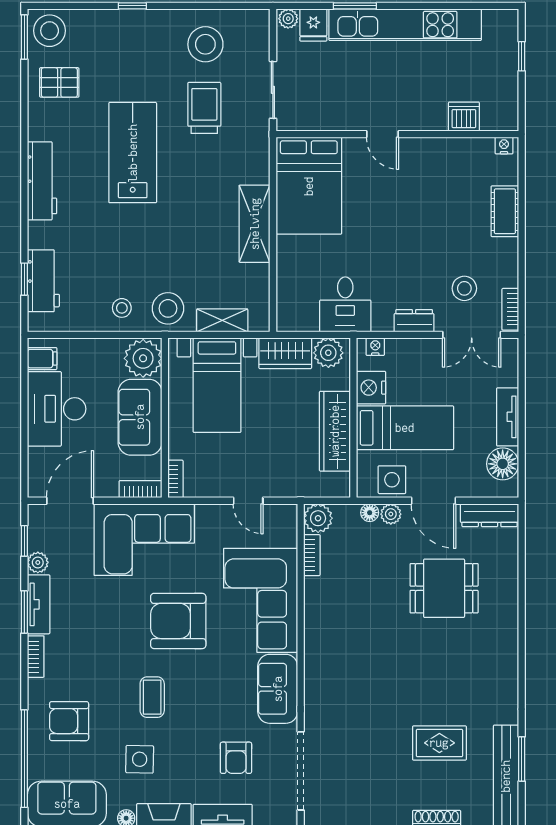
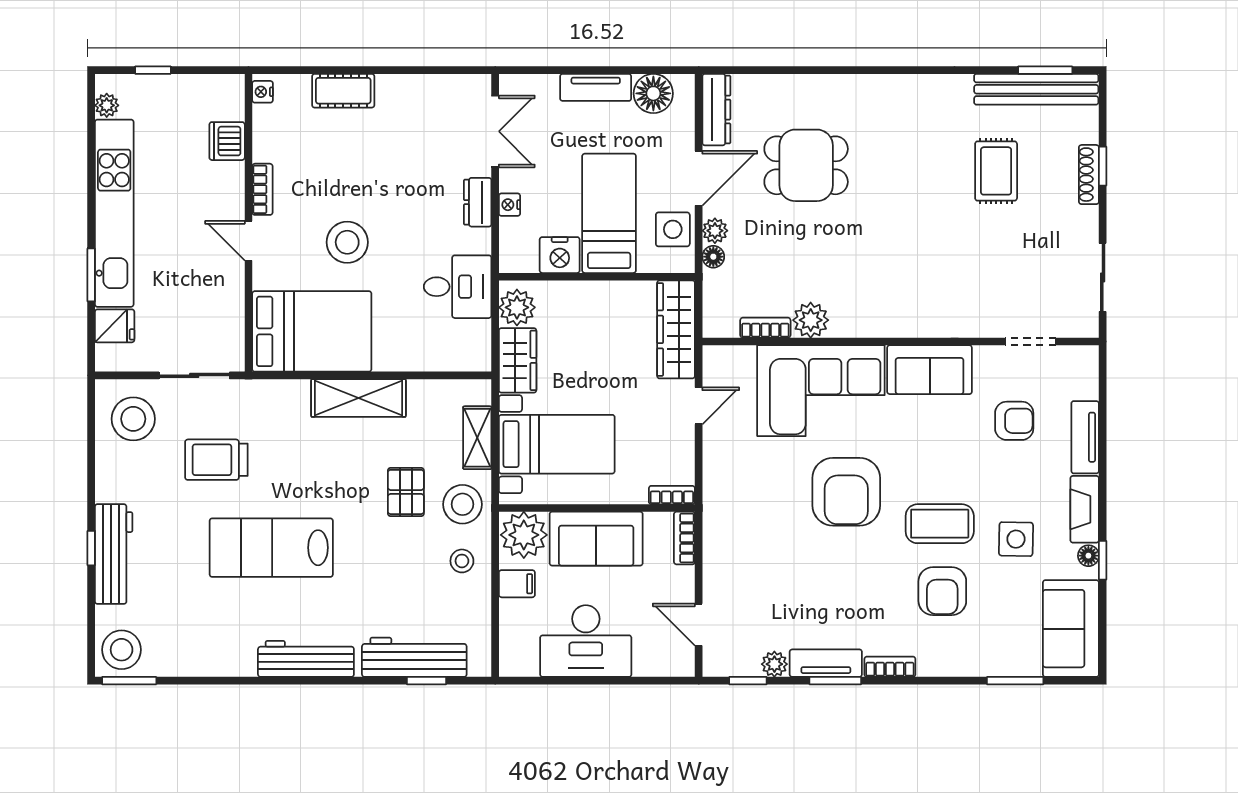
plant: (288, 19) -> (107, 105), moved
workbench: (127, 24) -> (114, 554), added
stool: (205, 44) -> (133, 419), moved
pallet: (59, 82) -> (406, 492), moved
door: (383, 134) -> (248, 241), swing flipped
workbench: (43, 281) -> (414, 657), width x1.38
stool: (464, 288) -> (347, 242), moved, width x1.38, depth x1.38
bookcase: (510, 309) -> (262, 189), moved, turned -90
nightstand: (375, 347) -> (509, 205), moved
filing cabinet: (42, 359) -> (517, 584), moved, turned 90
wardrobe: (335, 431) -> (676, 329), moved, turned 90
door: (70, 501) -> (699, 625), width x0.73
plant: (318, 518) -> (811, 320), moved
corner sofa: (144, 540) -> (746, 533), removed
dining table: (444, 588) -> (806, 165), turned 90
coffee table: (152, 697) -> (940, 524), width x1.36, depth x1.30
armchair: (69, 721) -> (942, 591), moved
window: (24, 759) -> (1015, 681), width x0.47
window: (522, 759) -> (1045, 70), moved
doorway: (301, 771) -> (1030, 341), width x0.53

